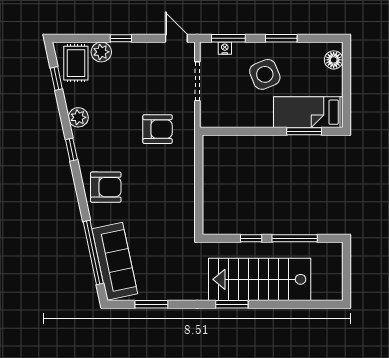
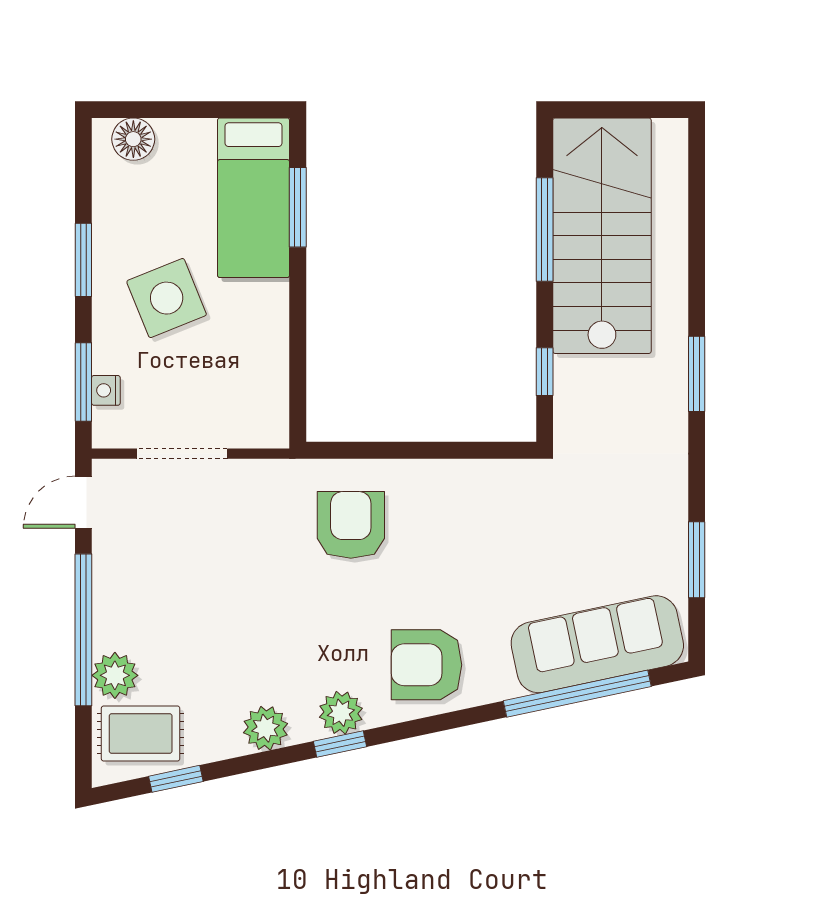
window: (121, 38) -> (83, 630), width x3.17
armchair: (158, 129) -> (351, 525), moved
plant: (85, 150) -> (341, 713), added
armchair: (106, 187) -> (426, 665), turned -90
window: (251, 238) -> (545, 372), moved
stairs: (260, 279) -> (602, 236), moved, turned 180

